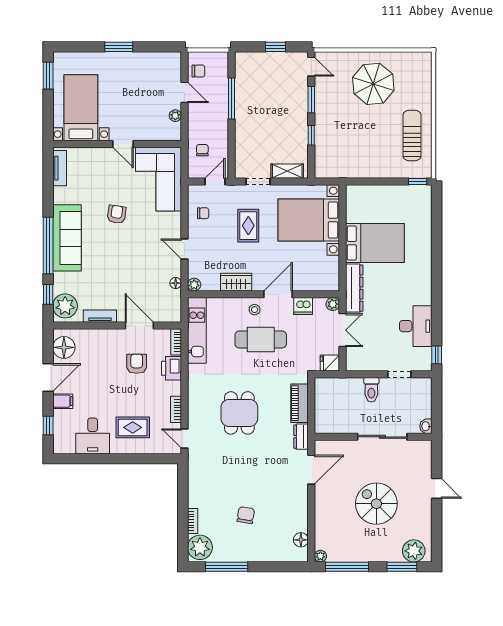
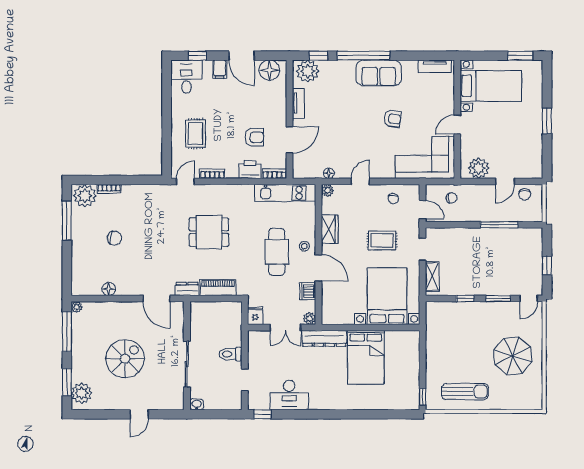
plant: (175, 116) -> (479, 168), width x1.88, depth x1.88
sofa: (67, 238) -> (379, 73), width x0.73
desk: (93, 436) -> (186, 77), moved, turned 90
floor lamp: (301, 540) -> (109, 289), moved

